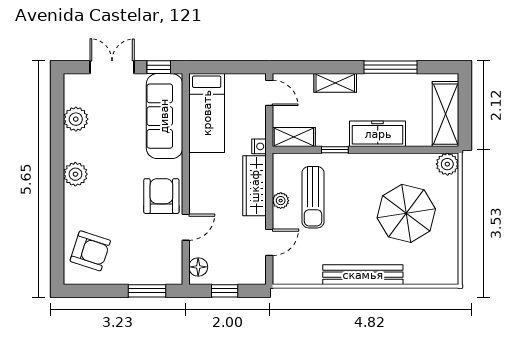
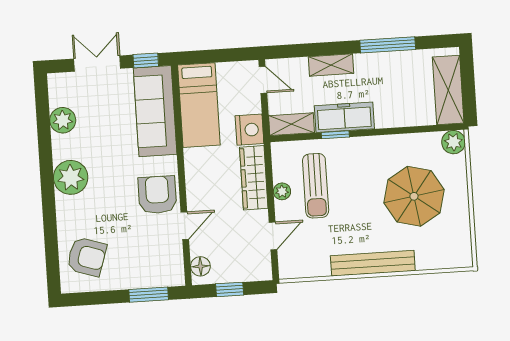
freezer: (378, 134) -> (344, 117), moved
nightstand: (259, 146) -> (249, 130), width x1.89, depth x1.79
plant: (75, 174) -> (71, 177), width x1.36, depth x1.36

